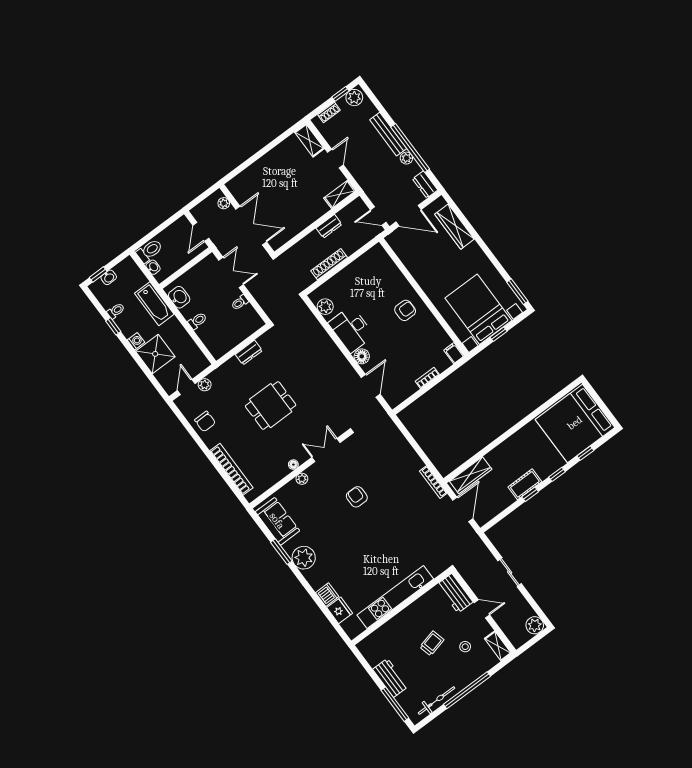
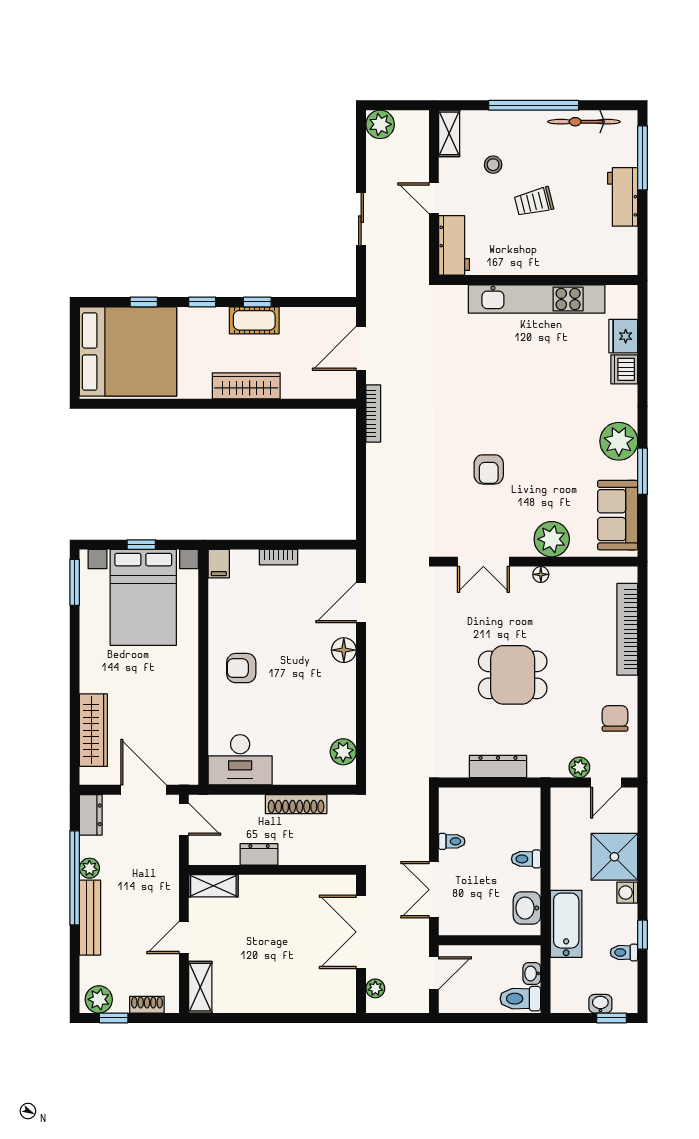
desk: (351, 329) -> (240, 760), moved, turned 90
dresser: (249, 352) -> (498, 766), width x1.44
wardrobe: (471, 475) -> (246, 386), moved
plant: (302, 479) -> (552, 539), width x1.87, depth x1.87

